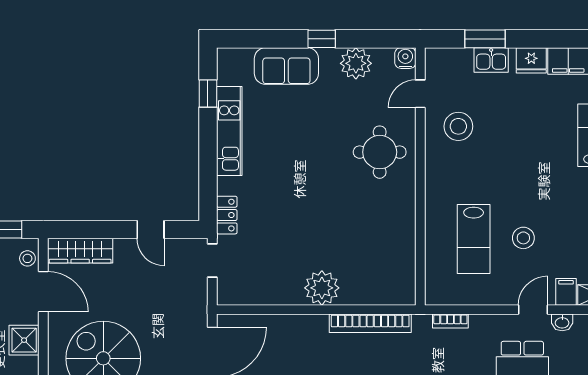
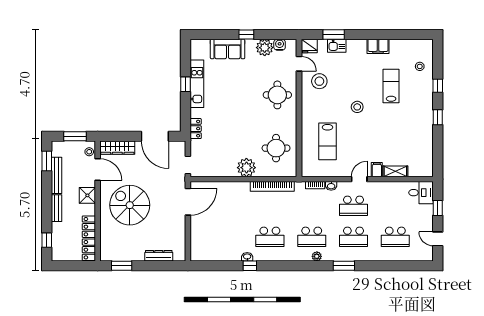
water cooler: (405, 58) -> (280, 45), moved
fridge: (531, 60) -> (309, 46), moved
window: (208, 94) -> (186, 84), moved
door: (420, 94) -> (299, 64), swing flipped
door: (151, 229) -> (155, 136), width x1.87
stool: (523, 238) -> (357, 107), moved
round table: (377, 252) -> (276, 148), added
doorway: (212, 261) -> (188, 165), moved
washbasin: (562, 322) -> (331, 186), moved

